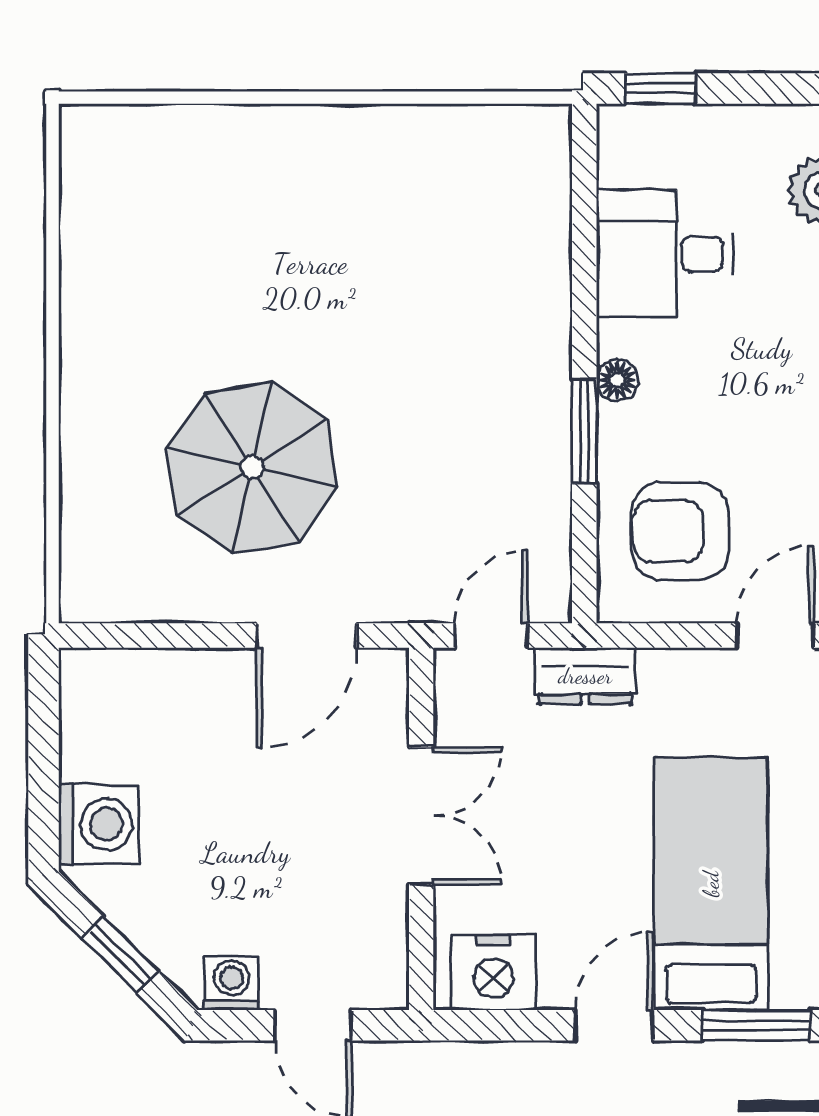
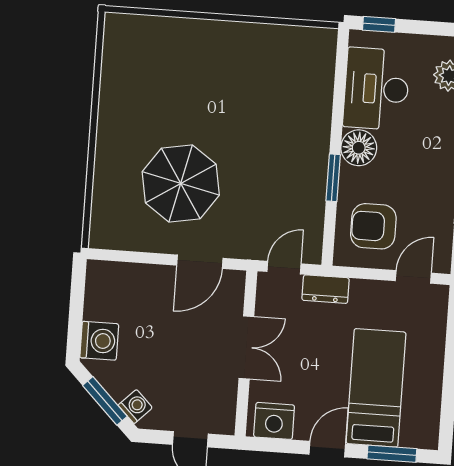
desk: (665, 254) -> (376, 89), width x1.37
floor lamp: (617, 380) -> (359, 148), width x1.89, depth x1.89
window: (121, 955) -> (105, 401), width x1.50
washing machine: (232, 983) -> (135, 406), moved, turned 45

